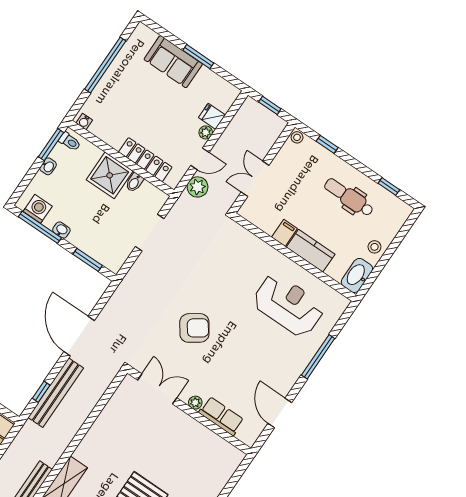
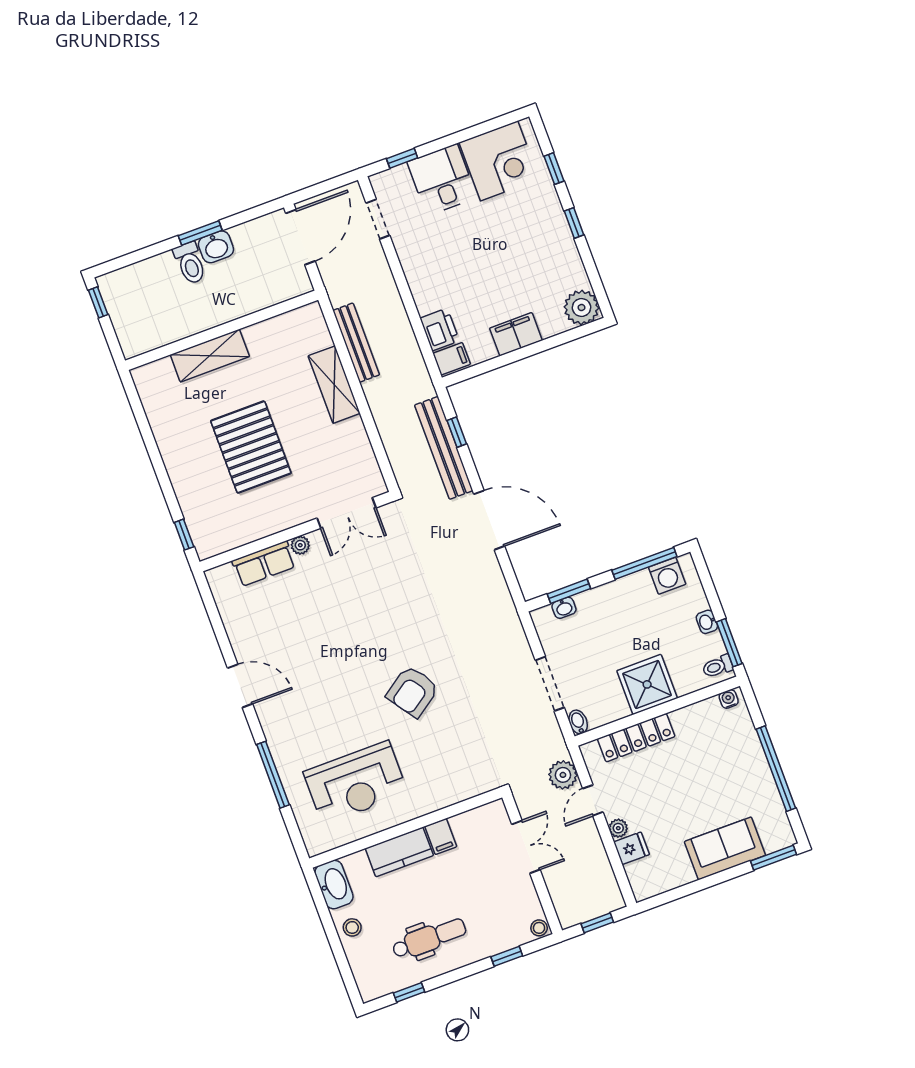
window: (198, 57) -> (773, 858), moved
bidet: (134, 182) -> (578, 722), moved
washbasin: (61, 230) -> (564, 608), moved
armchair: (194, 328) -> (413, 691), moved
double door: (157, 389) -> (346, 513), moved
plant: (195, 403) -> (300, 545), moved
wall: (189, 411) -> (296, 532), moved
row of seats: (221, 416) -> (264, 564), moved

